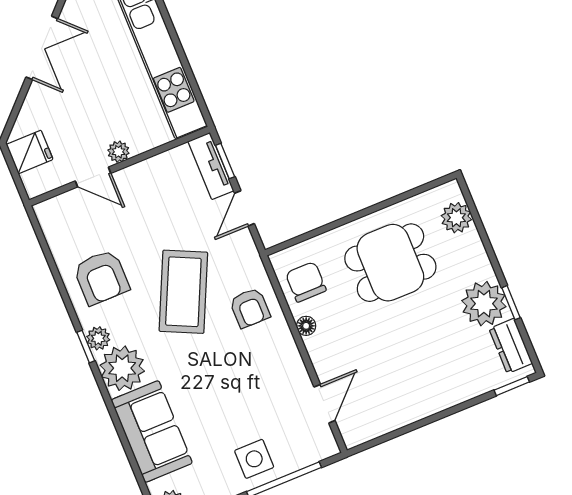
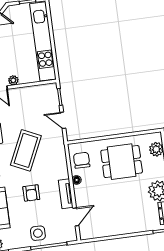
tv unit: (211, 166) -> (66, 194), moved
door: (244, 208) -> (63, 120), hinge flipped
armchair: (250, 308) -> (31, 193), moved

